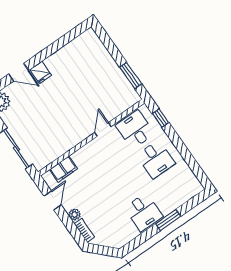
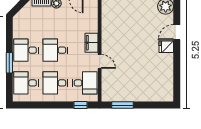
filing cabinet: (63, 169) -> (92, 43), moved
desk: (123, 182) -> (55, 50), added
desk: (177, 189) -> (26, 83), added

